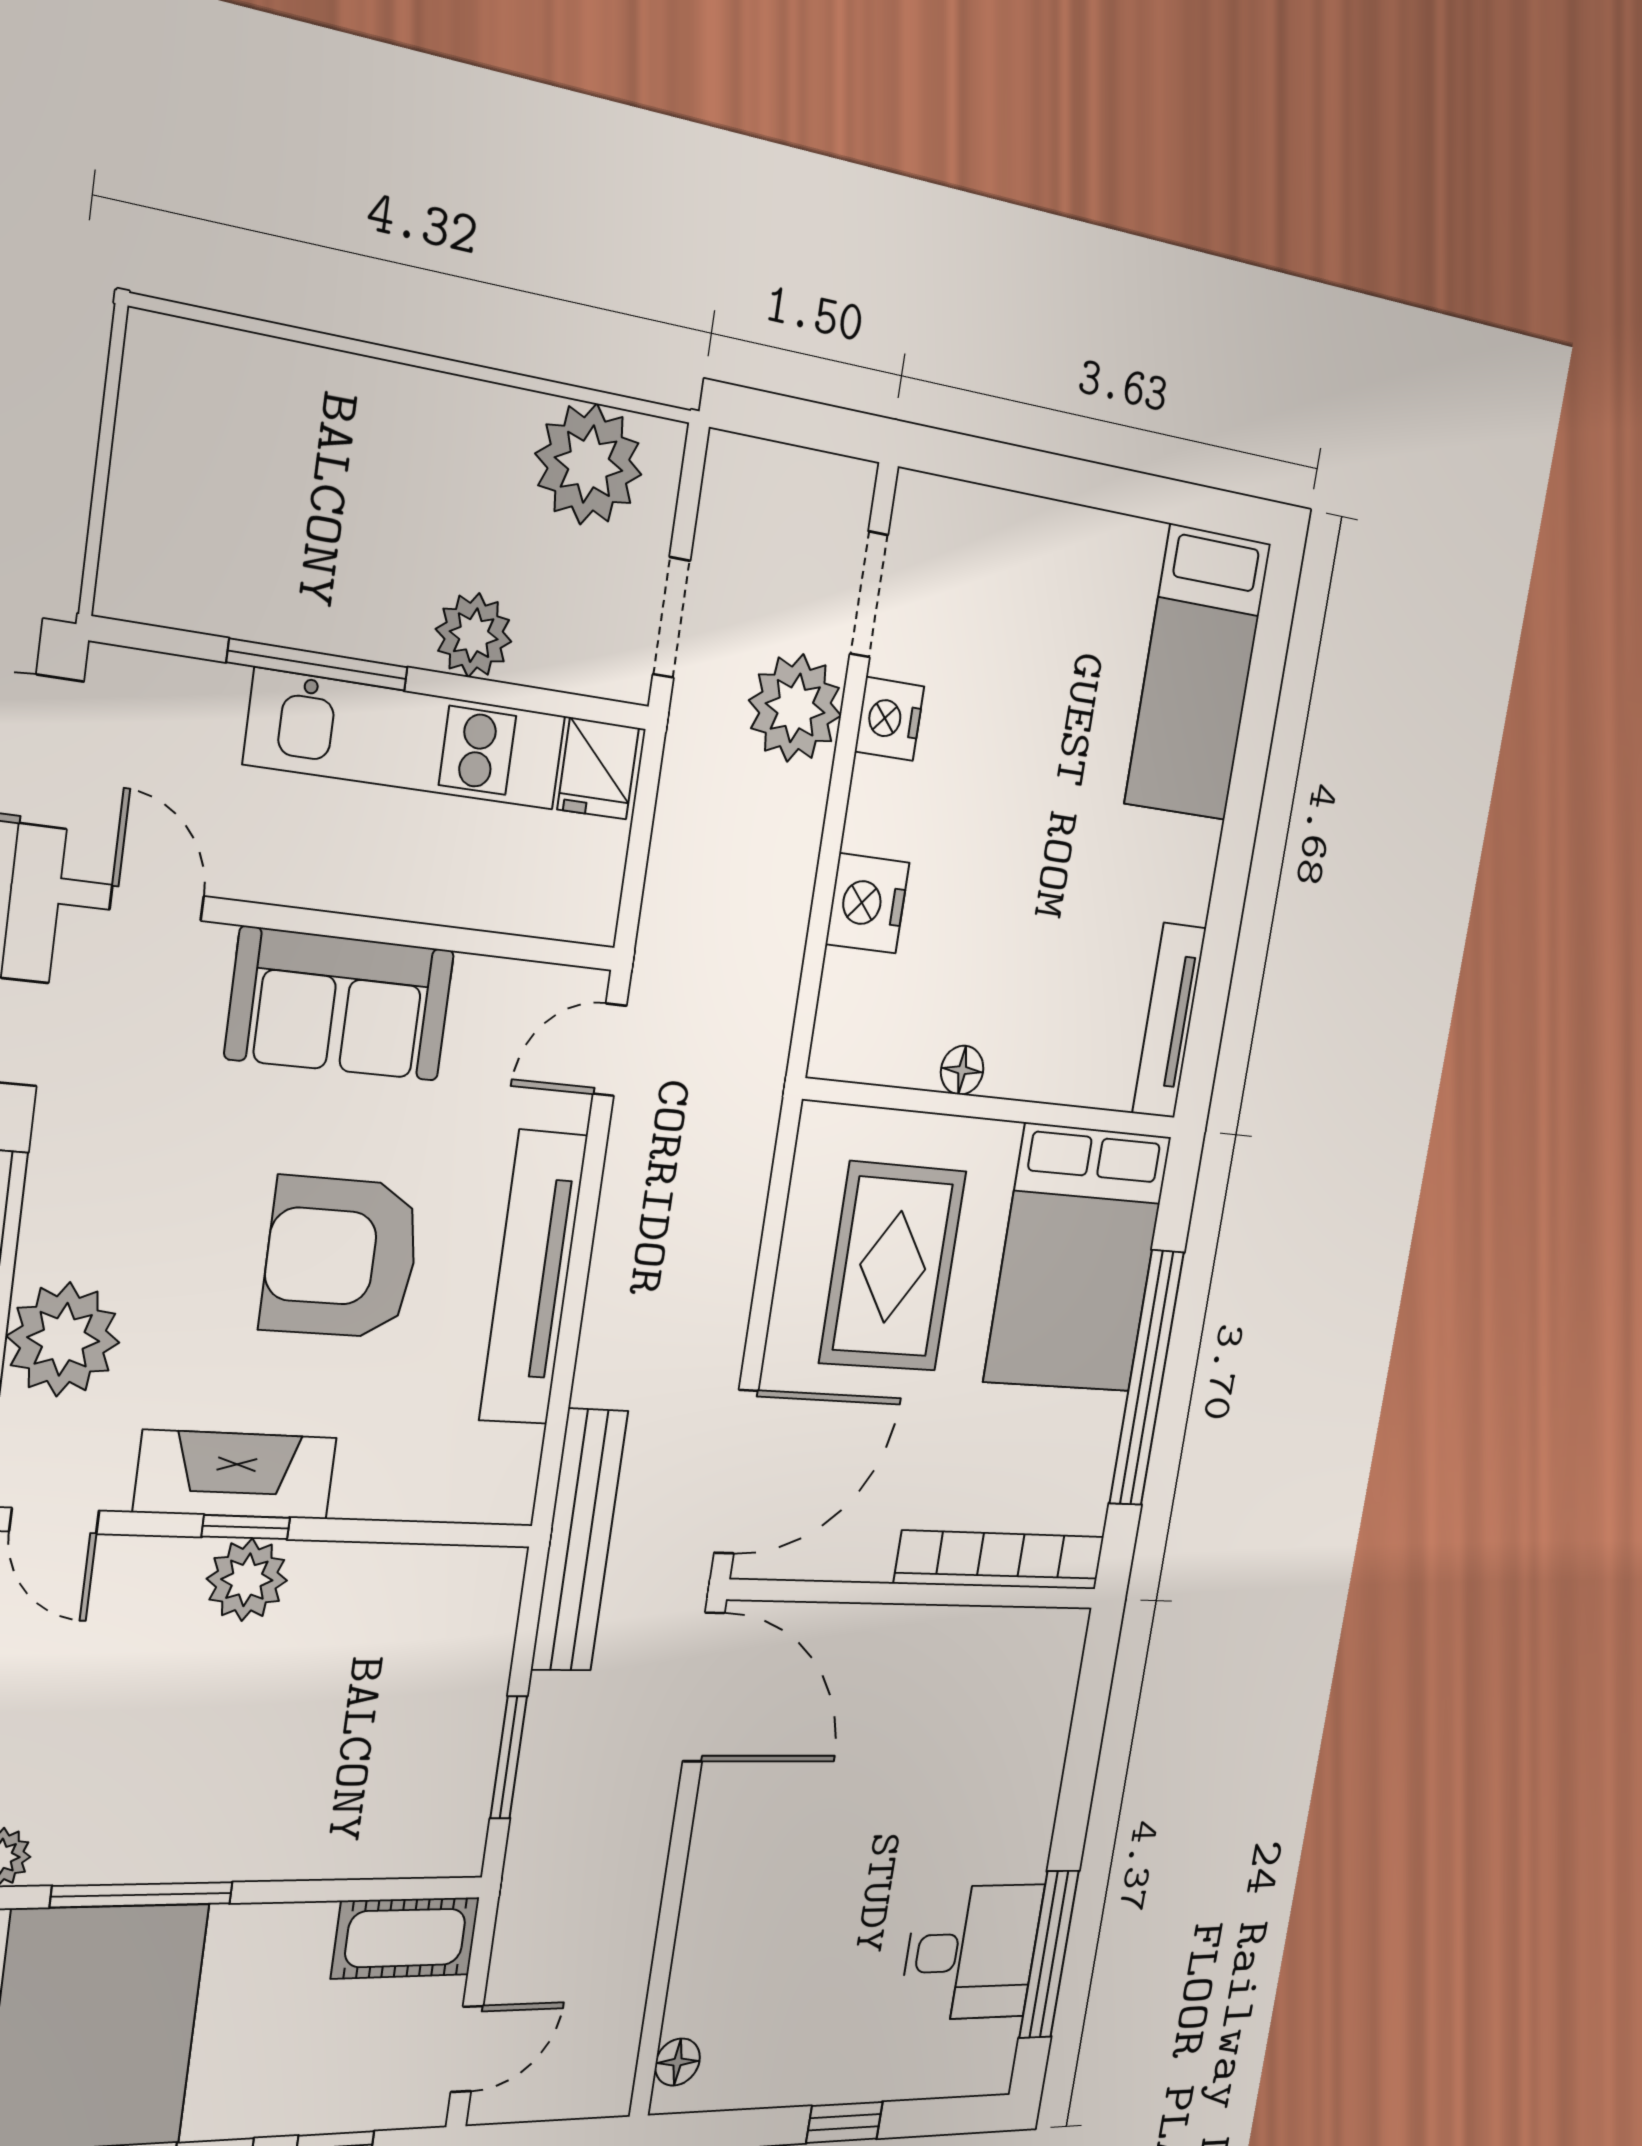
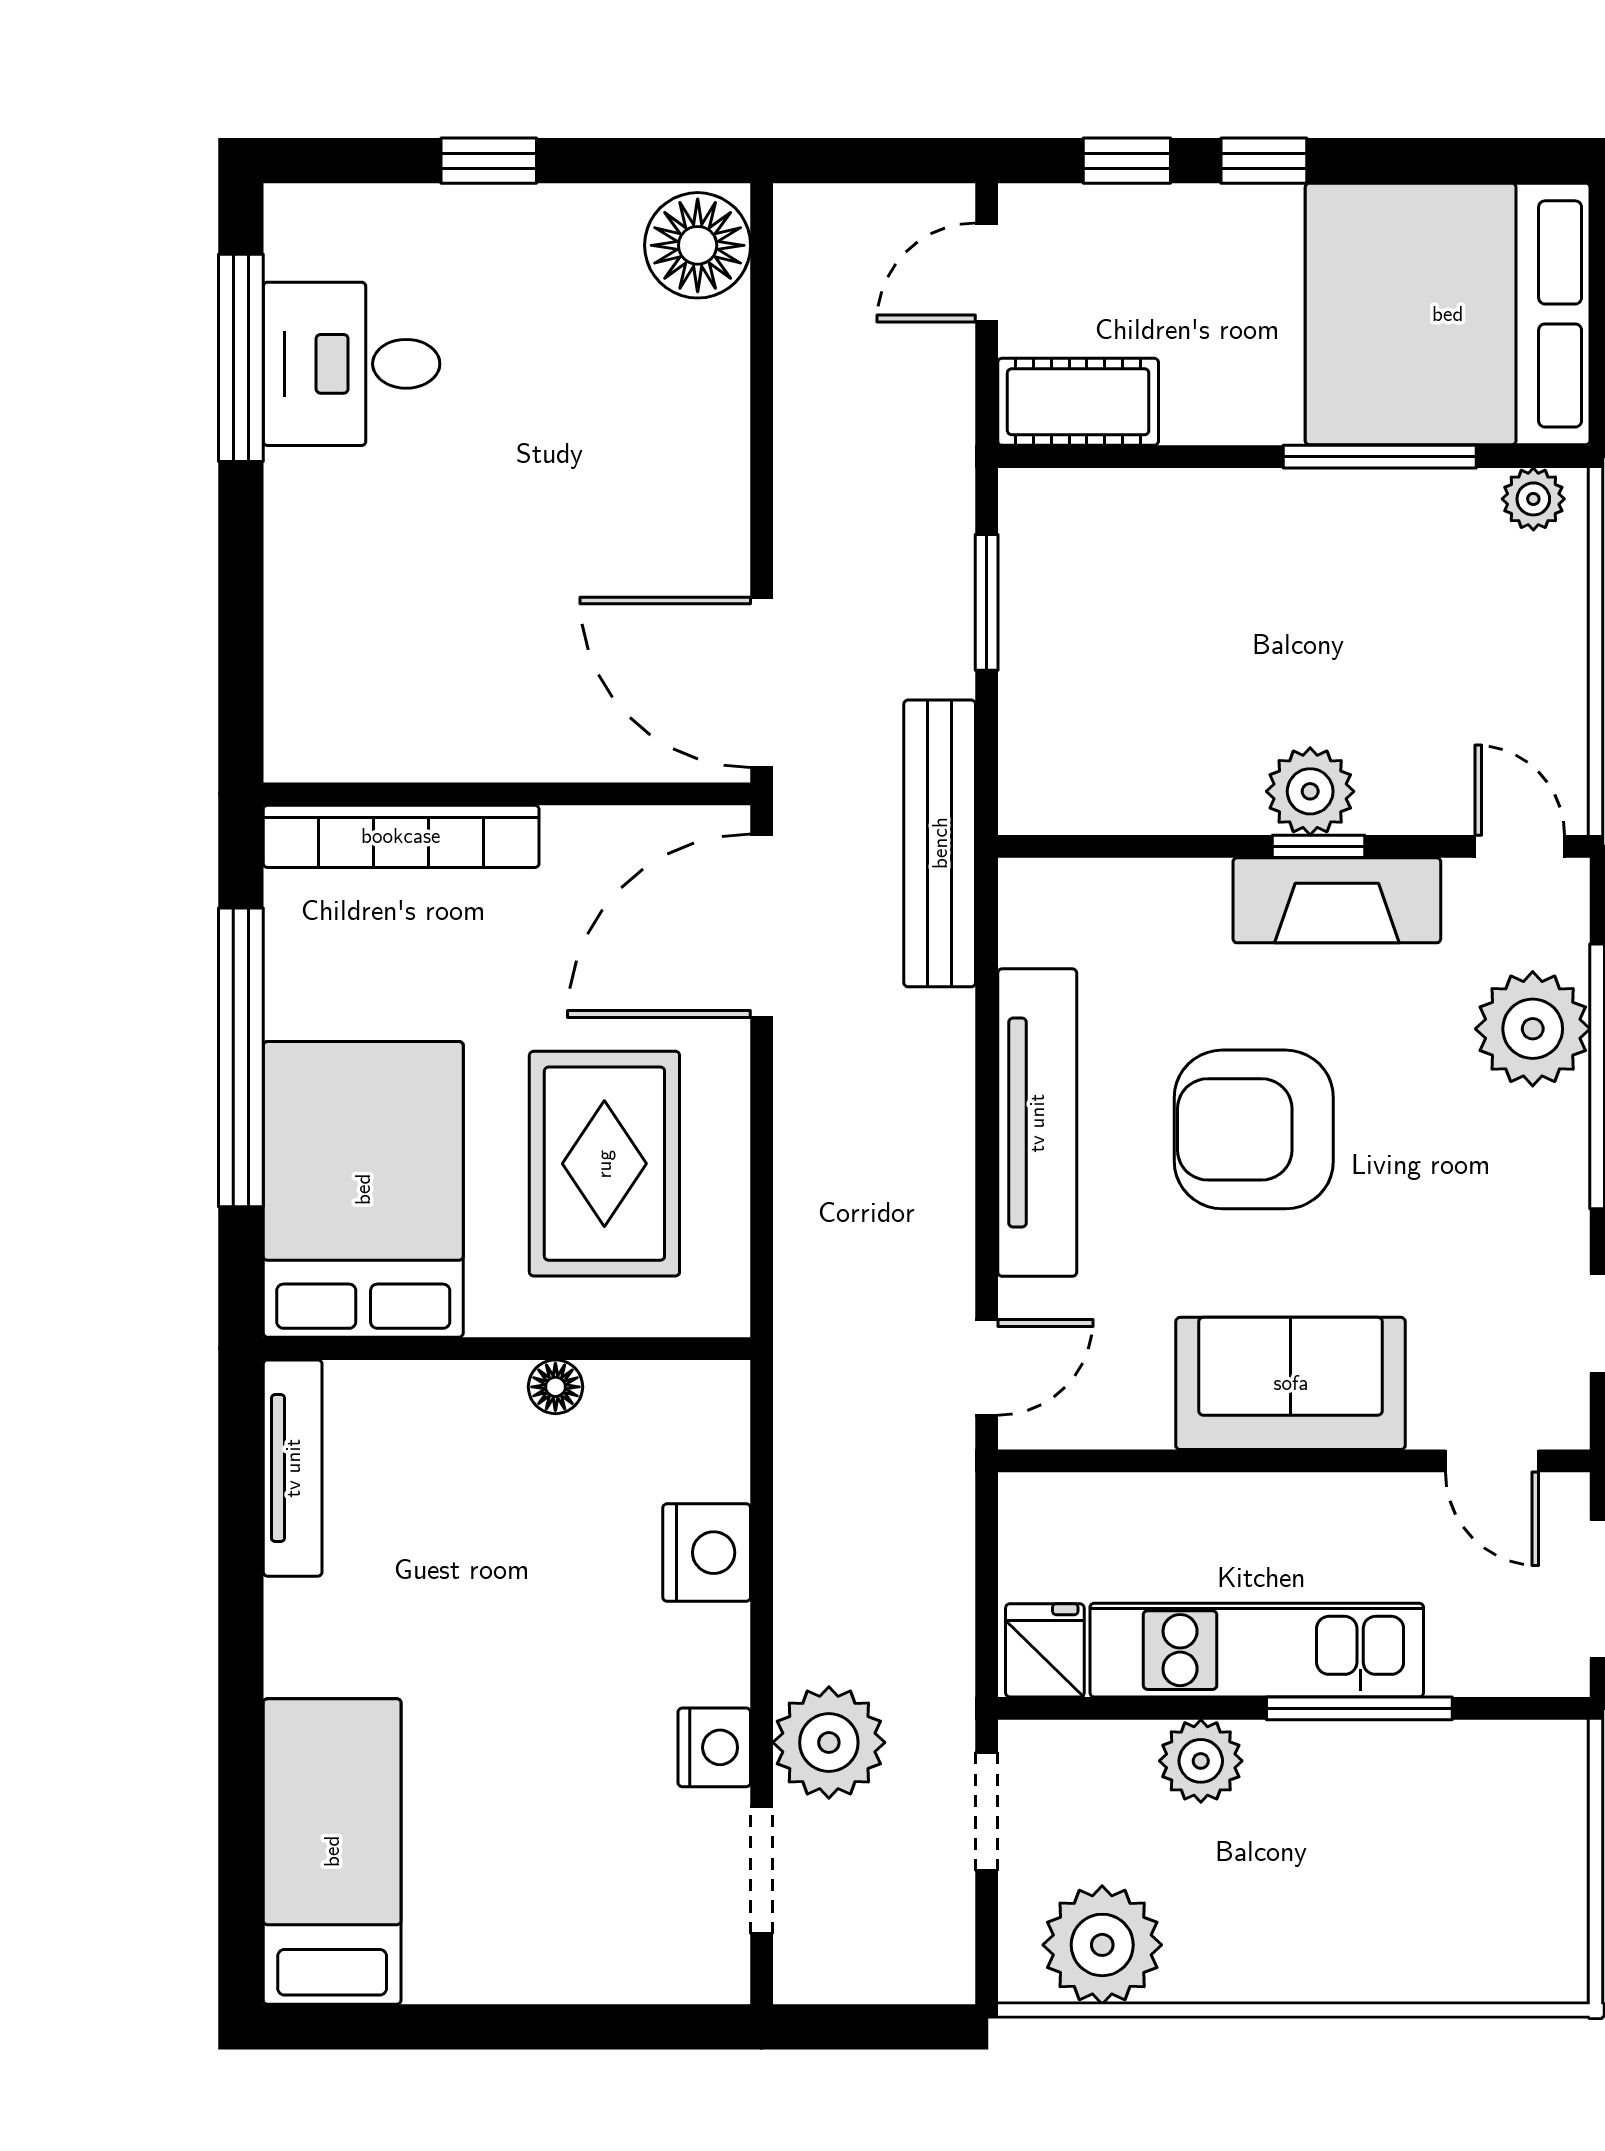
armchair: (341, 1258) -> (1254, 1129), turned 180
floor lamp: (678, 2062) -> (698, 245), width x1.89, depth x1.89

